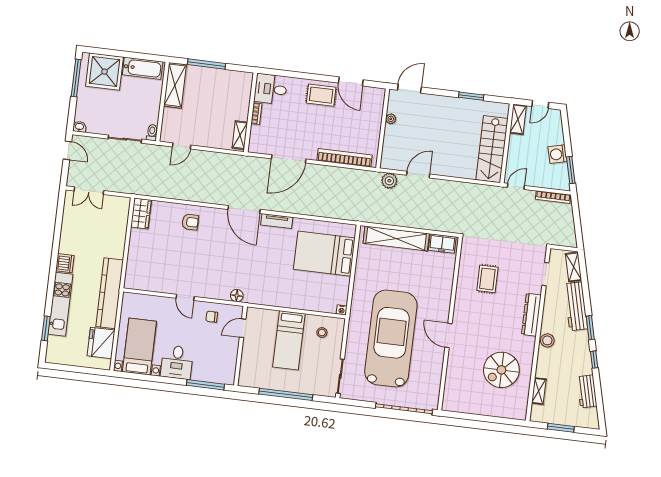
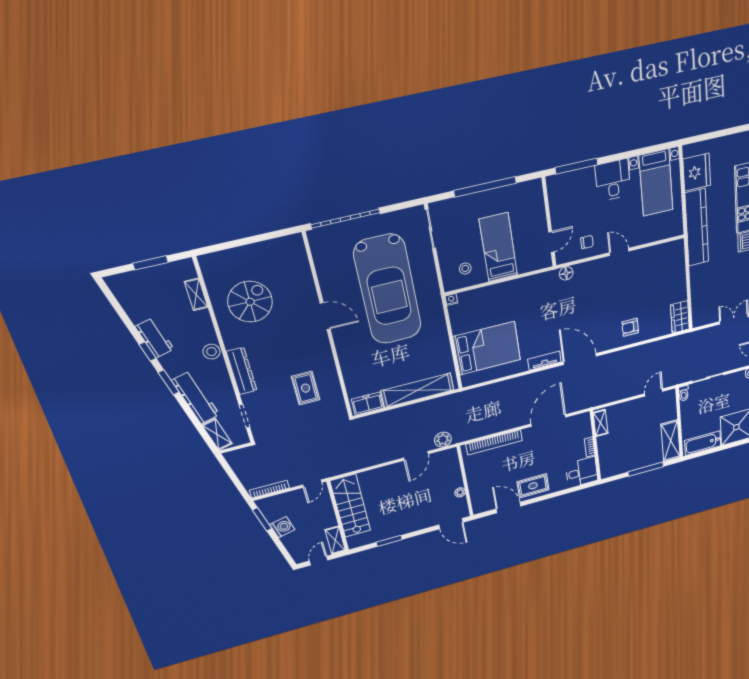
door: (409, 89) -> (451, 524), hinge flipped
workbench: (587, 391) -> (155, 338), moved

